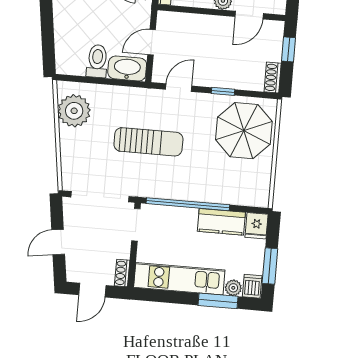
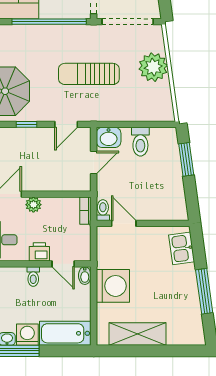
window: (48, 37) -> (186, 159), added
washbasin: (127, 68) -> (109, 137), width x0.72
plant: (74, 111) -> (153, 67), moved

